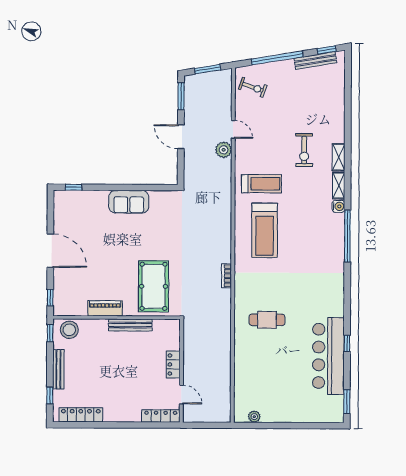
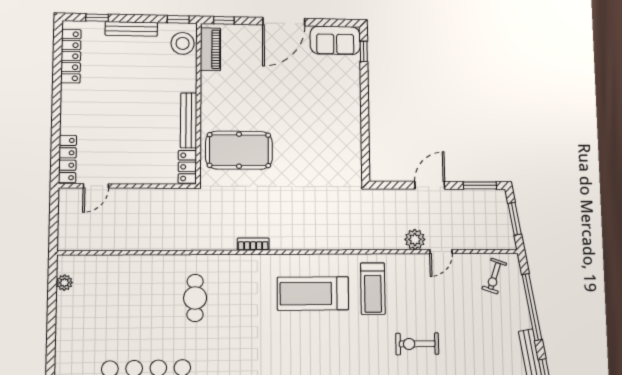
sofa: (129, 202) -> (335, 40), moved, turned -90
piano: (105, 308) -> (210, 49), moved
locker: (173, 365) -> (187, 167), moved, turned -90

